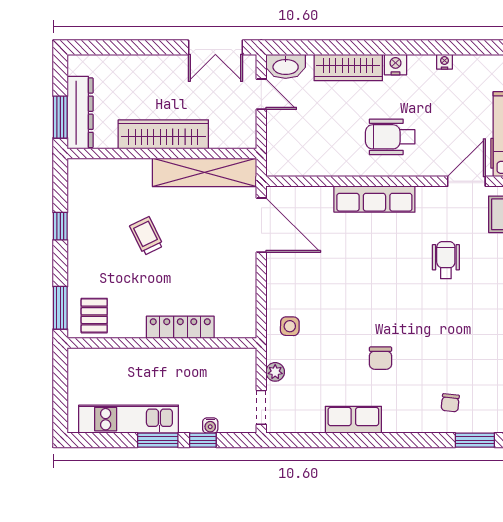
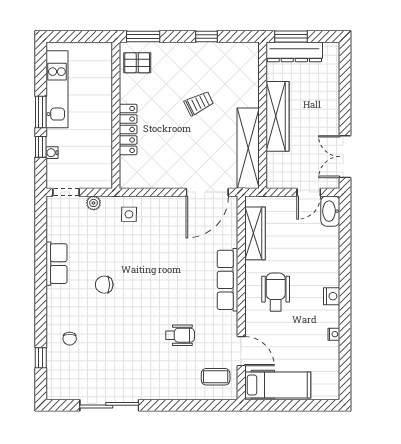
wardrobe: (348, 67) -> (255, 233), moved, turned 180
chair: (450, 403) -> (70, 339), turned -96
window: (475, 440) -> (41, 358), width x0.67

